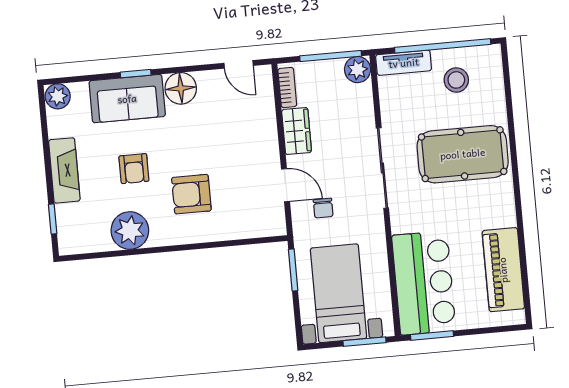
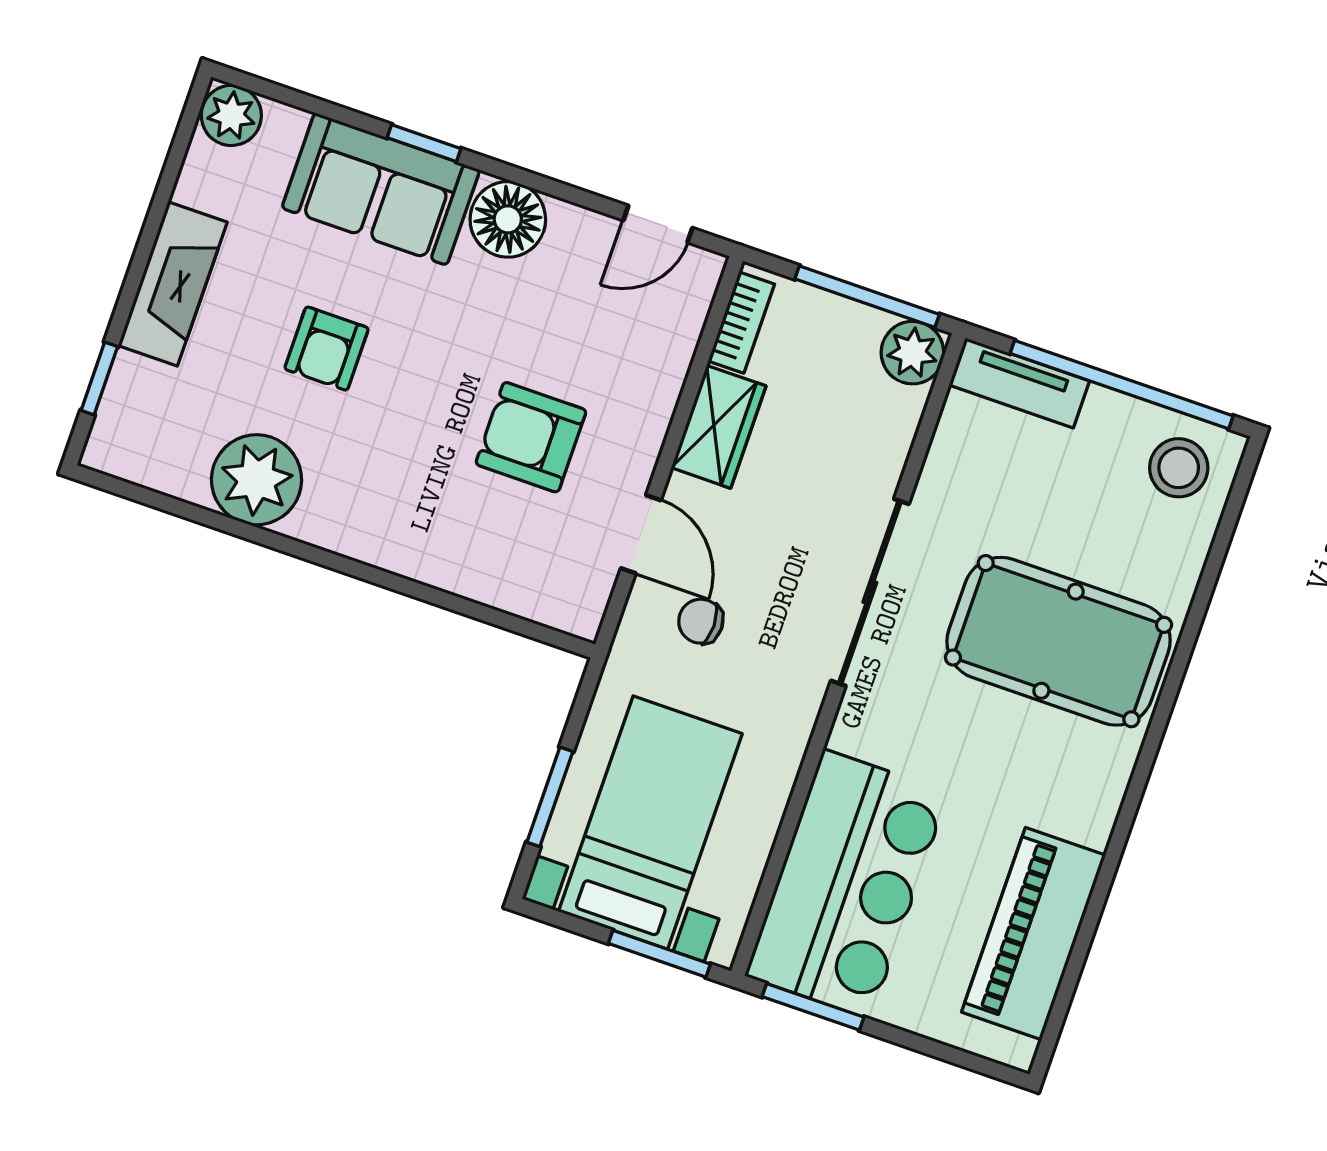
door: (239, 64) -> (658, 224), hinge flipped
stool: (456, 80) -> (1179, 468), moved
armchair: (191, 194) -> (531, 437), moved
chair: (323, 208) -> (701, 621), turned 90
window: (293, 270) -> (550, 797), moved

